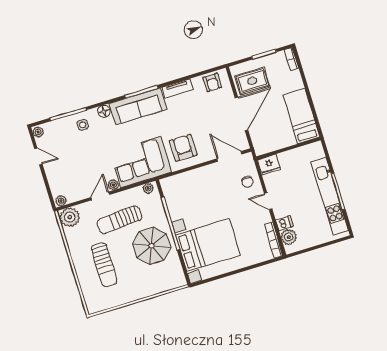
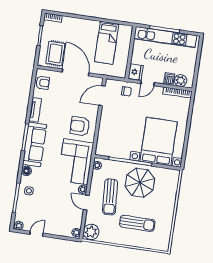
bed: (301, 116) -> (107, 43), moved, turned -90
wall: (289, 148) -> (131, 52), moved
fridge: (269, 165) -> (136, 72), moved

